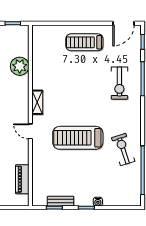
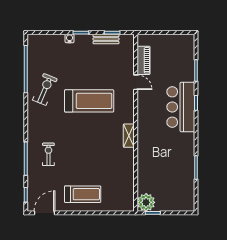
plant: (20, 66) -> (146, 202), moved
exercise bike: (119, 83) -> (48, 154), width x0.73, depth x0.72
door: (30, 131) -> (136, 82), moved
exercise bike: (123, 149) -> (45, 89), turned -139

